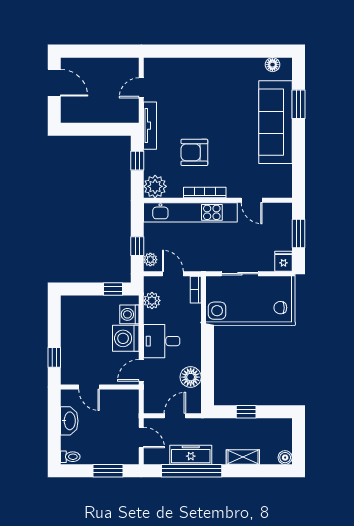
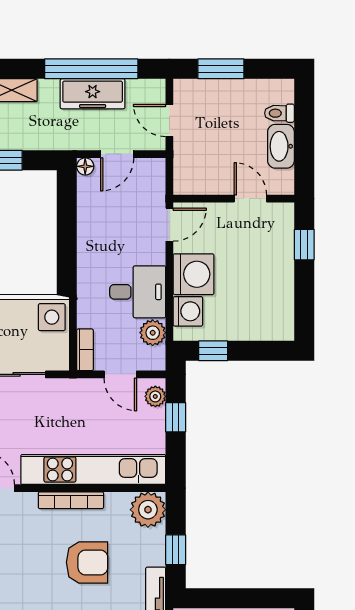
desk: (162, 341) -> (138, 292), moved
floor lamp: (191, 377) -> (85, 166), moved, width x0.53, depth x0.53
toilet: (70, 457) -> (279, 113), moved

